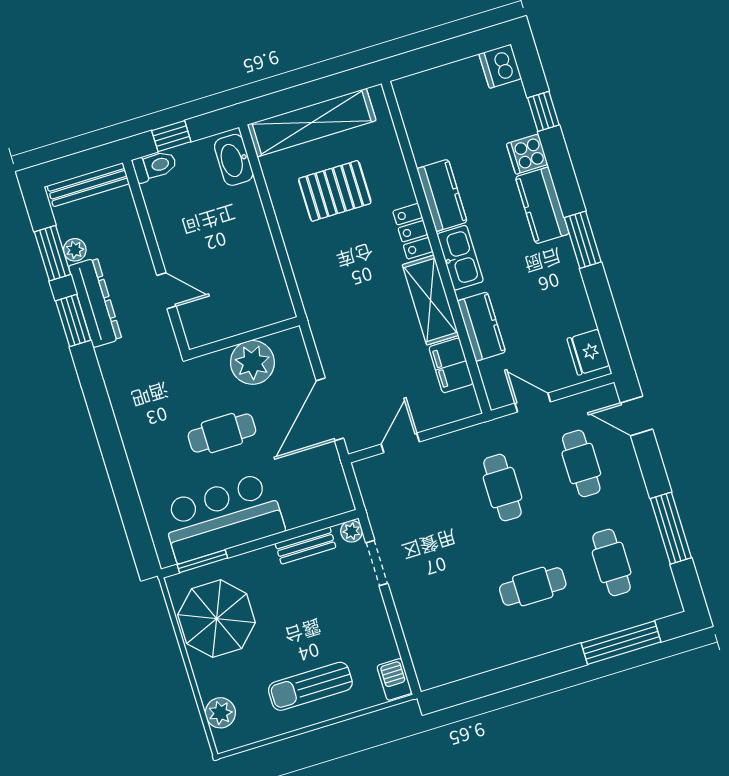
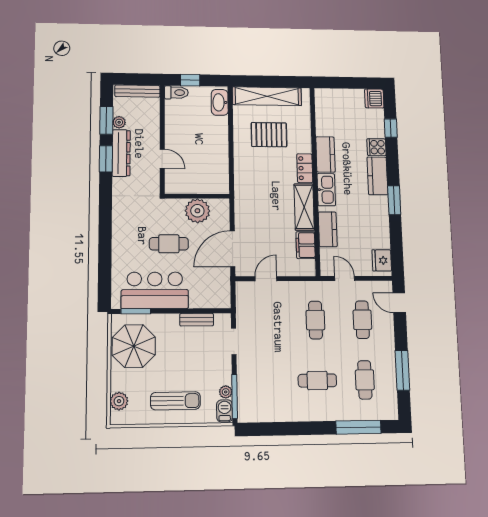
plant: (351, 531) -> (226, 392), moved
window: (404, 651) -> (235, 396), added
sun lounger: (310, 686) -> (175, 401), turned 180

